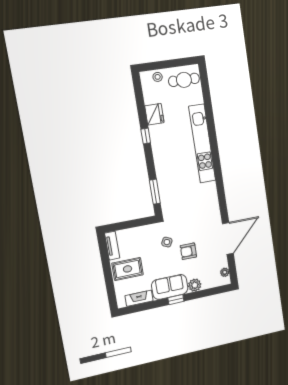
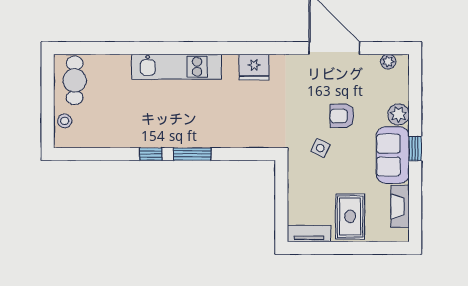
fridge: (154, 114) -> (254, 67), moved, turned 180
kitchen unit: (202, 144) -> (176, 67), width x0.73
window: (155, 192) -> (192, 154), moved
armchair: (188, 251) -> (342, 116), turned 90

